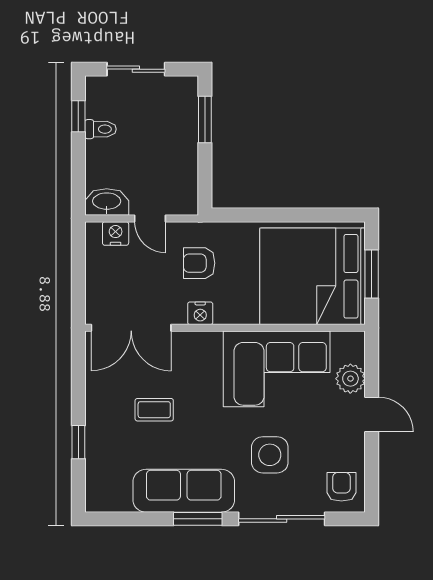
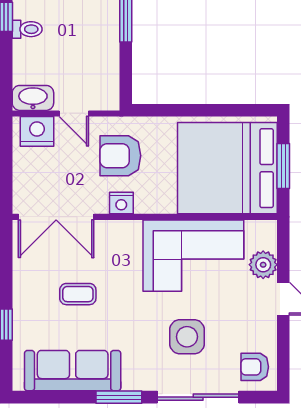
nightstand: (116, 233) -> (37, 131), width x1.36, depth x1.33
armchair: (199, 263) -> (120, 156), width x1.38, depth x1.38
armchair: (341, 487) -> (255, 367), turned -90
sofa: (184, 491) -> (73, 371), moved

